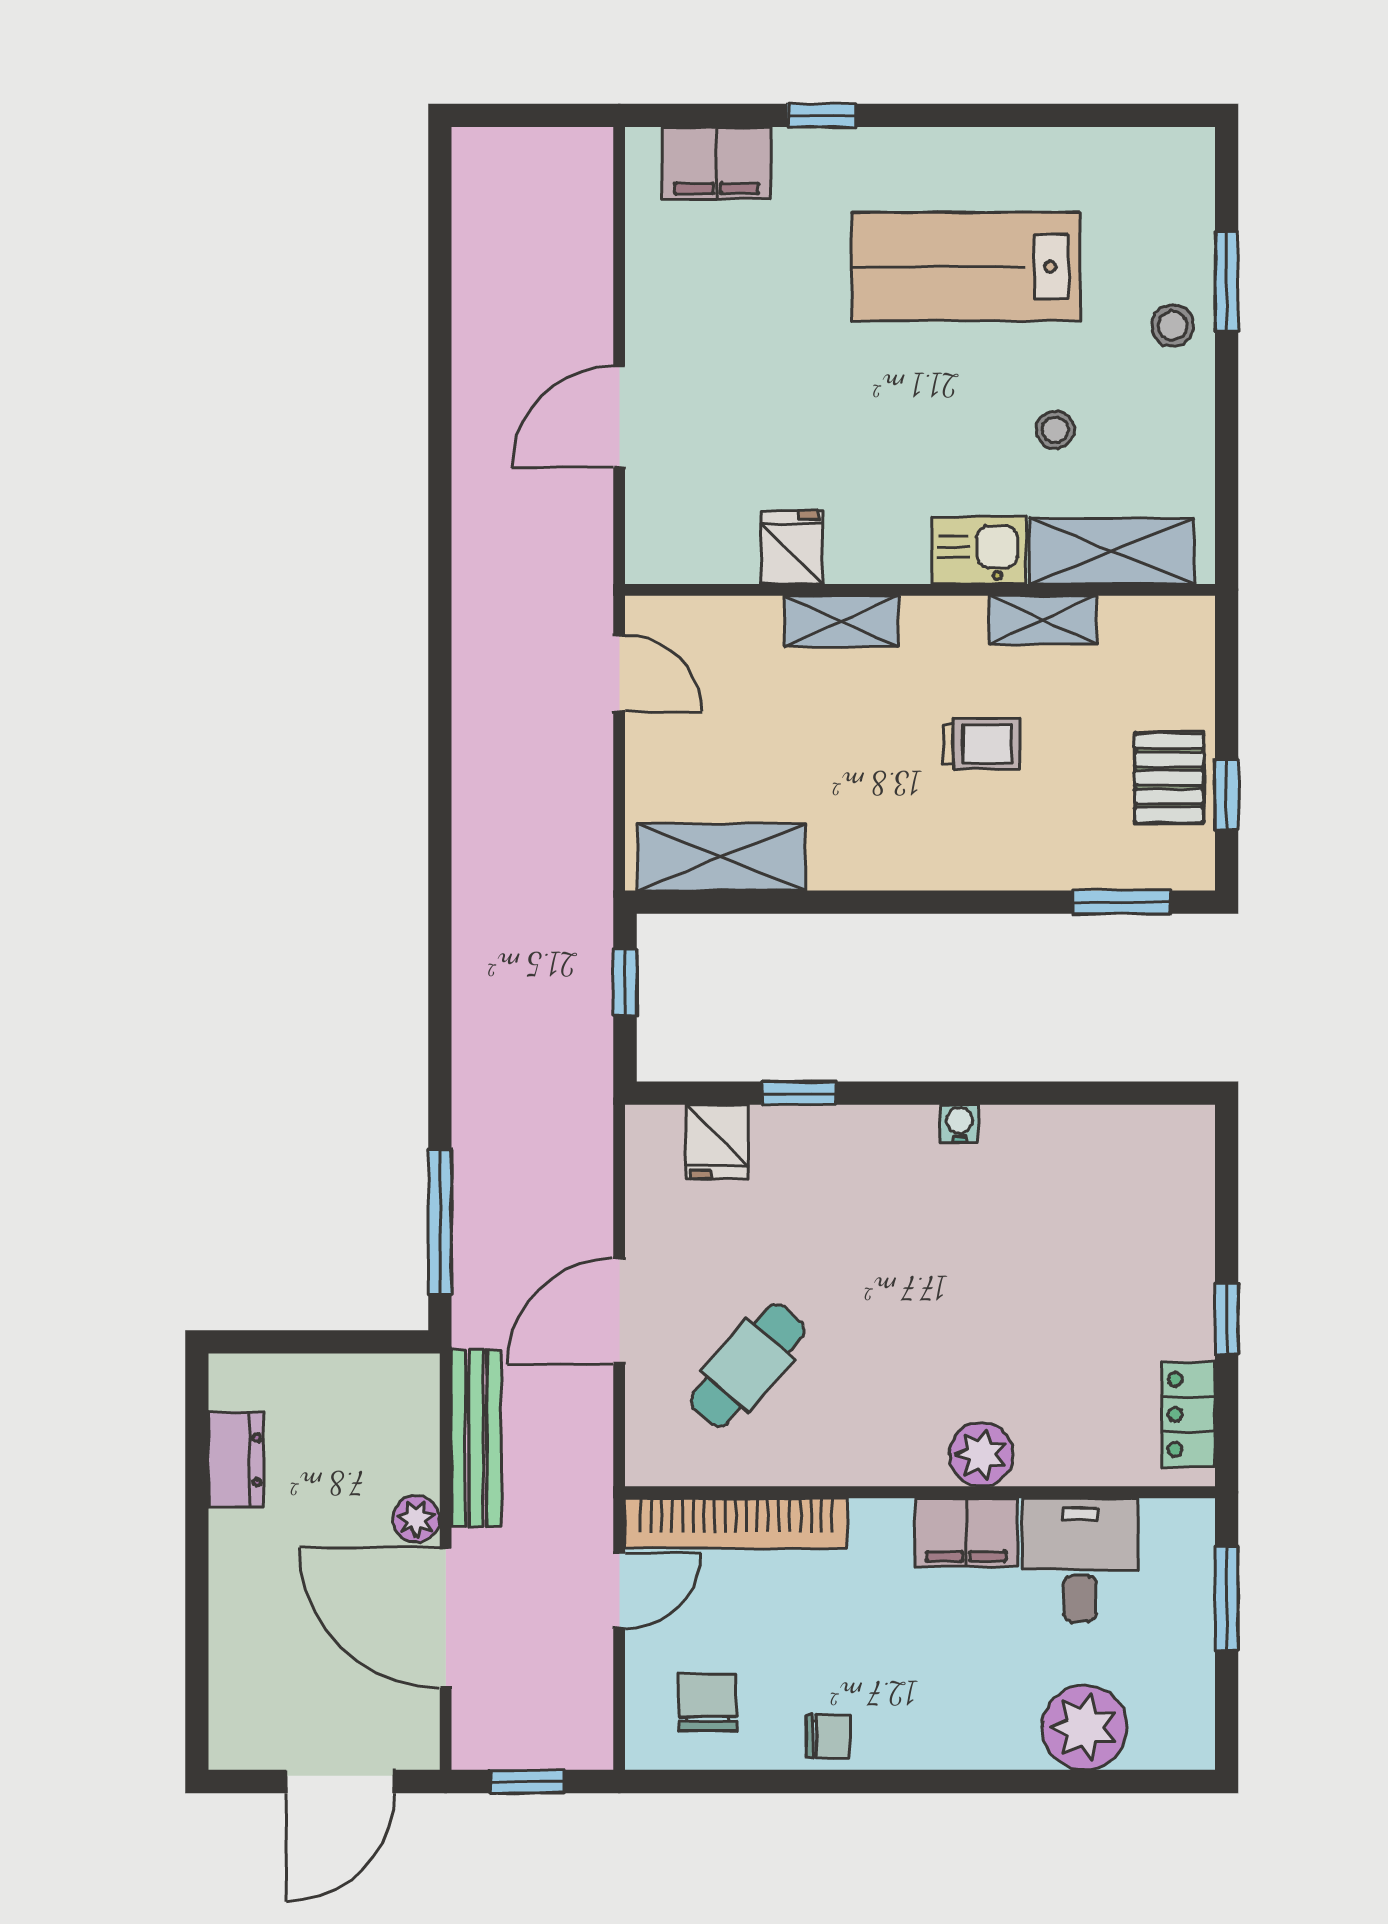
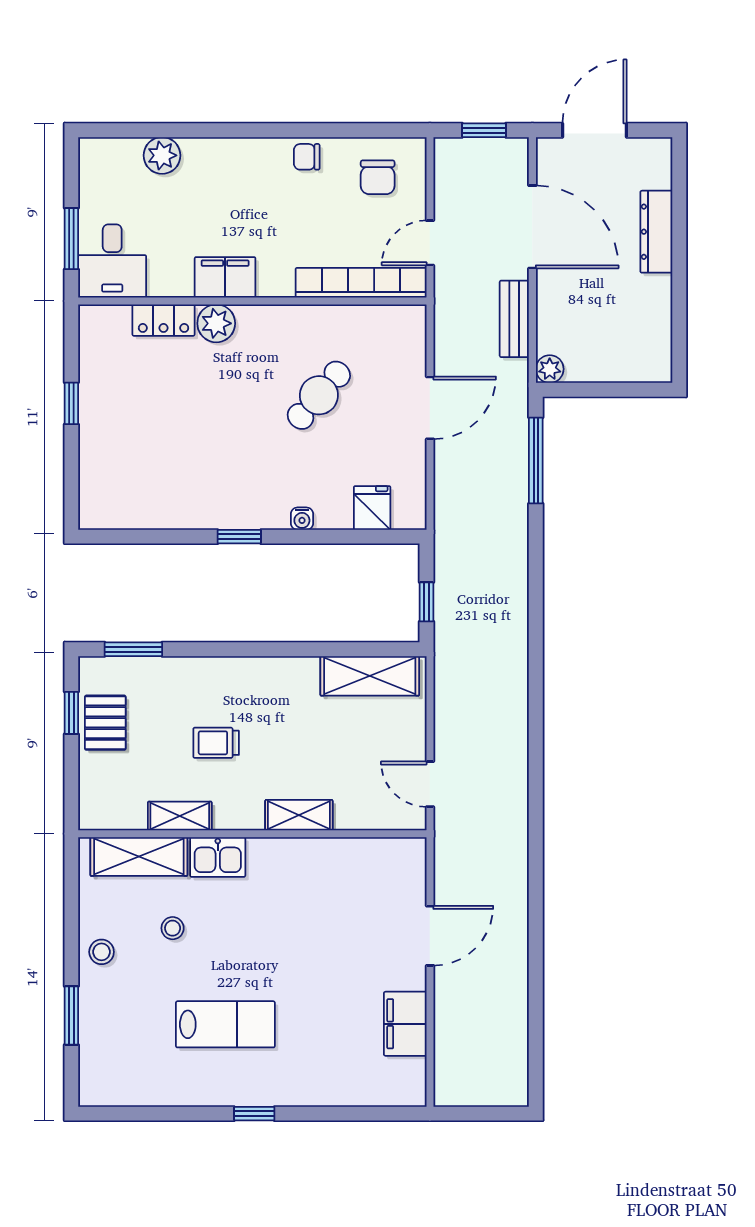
window: (822, 115) -> (254, 1114), moved
filing cabinet: (717, 163) -> (405, 1024), moved, turned -90
lab bench: (966, 267) -> (225, 1024), width x0.73, depth x0.72
stool: (1173, 326) -> (102, 952), moved
fridge: (792, 547) -> (328, 859), removed
window: (799, 1093) -> (239, 537), moved
water cooler: (960, 1124) -> (302, 519), moved
cafe table: (748, 1365) -> (319, 395), moved
locker: (1188, 1414) -> (164, 320), moved, turned 90
bench: (476, 1438) -> (514, 319), width x0.73
dresser: (236, 1460) -> (656, 232), moved, width x1.44
plant: (416, 1519) -> (550, 369), moved
desk: (1080, 1560) -> (112, 261), moved
plant: (1084, 1727) -> (162, 155), width x0.73, depth x0.73

